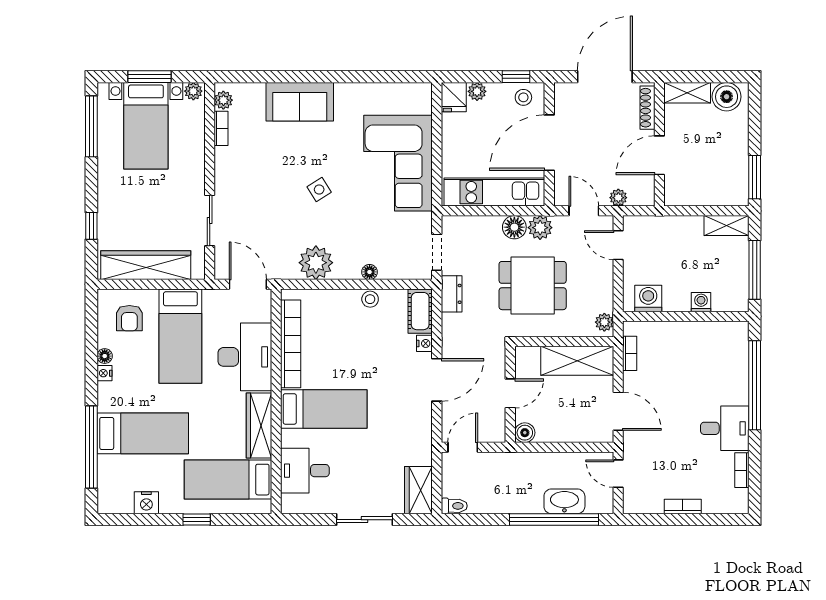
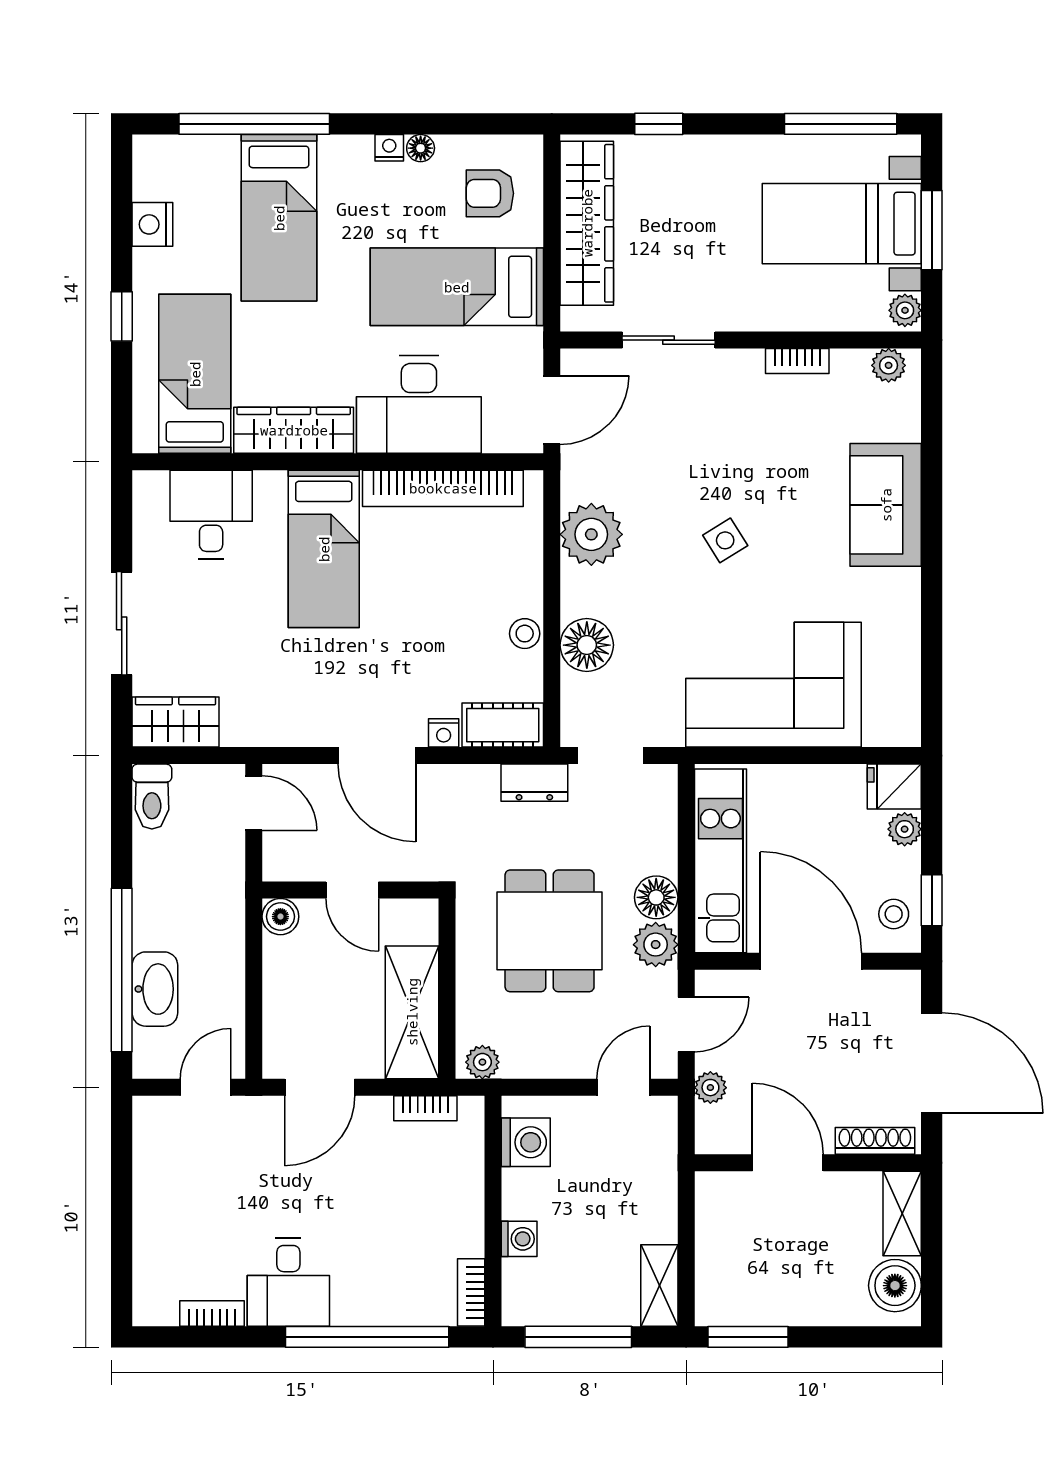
bookcase: (221, 128) -> (797, 361), moved
floor lamp: (370, 272) -> (587, 645), width x1.89, depth x1.89
toilet: (454, 506) -> (152, 797), width x1.37, depth x1.39
bookcase: (683, 506) -> (471, 1292), moved, turned 180

